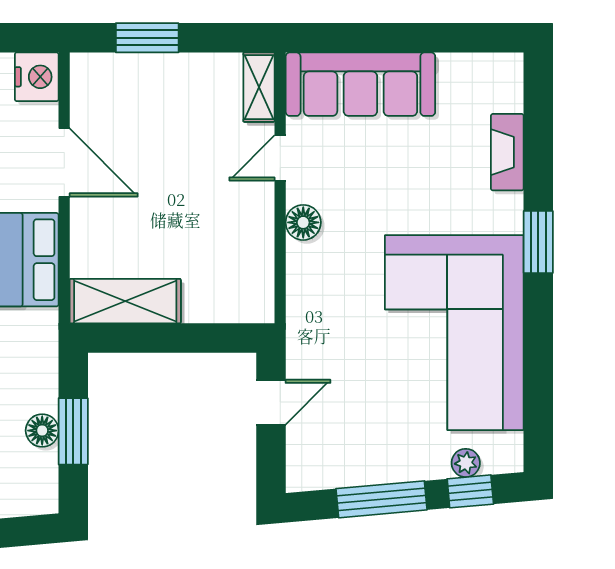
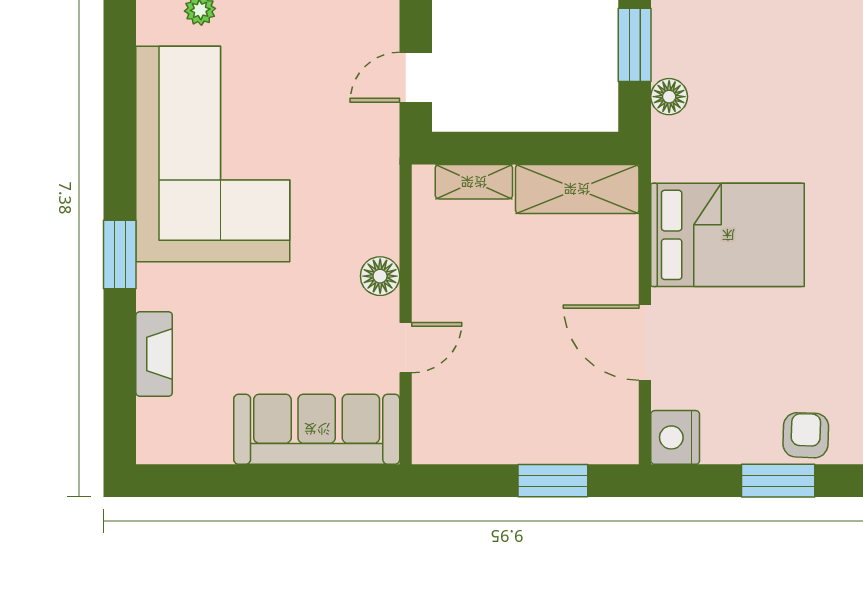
shelving: (259, 87) -> (474, 182), moved, turned 90
floor lamp: (42, 431) -> (669, 97), moved

